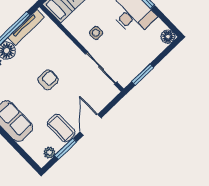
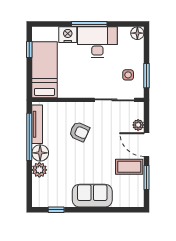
side table: (96, 33) -> (128, 75), moved
armchair: (48, 80) -> (79, 132), moved, turned 114
plant: (49, 153) -> (138, 125), moved

